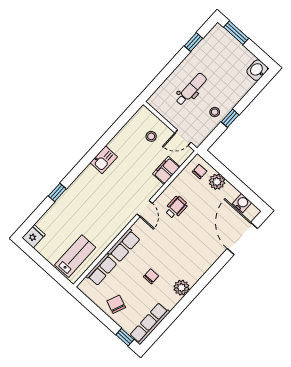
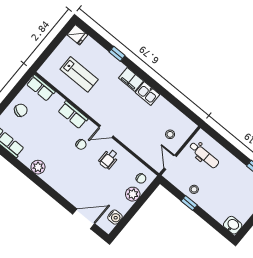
dental chair: (191, 89) -> (204, 155), moved
filing cabinet: (166, 170) -> (131, 80), moved, turned 180
wheelchair: (176, 207) -> (109, 159), turned 90
door: (242, 238) -> (84, 219), width x0.73
lab bench: (75, 256) -> (79, 74), moved
row of seats: (102, 270) -> (41, 88), moved
chair: (151, 276) -> (81, 144), moved

